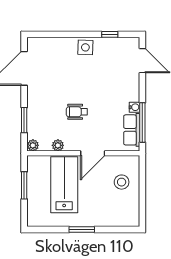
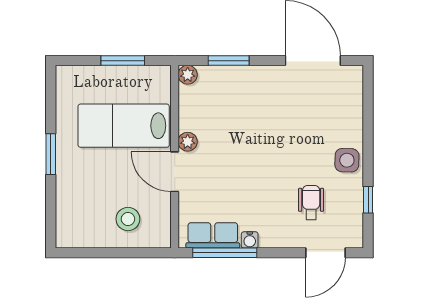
wheelchair: (77, 112) -> (311, 203), moved
plant: (58, 145) -> (188, 142), moved
lab bench: (64, 185) -> (124, 126), turned 180

